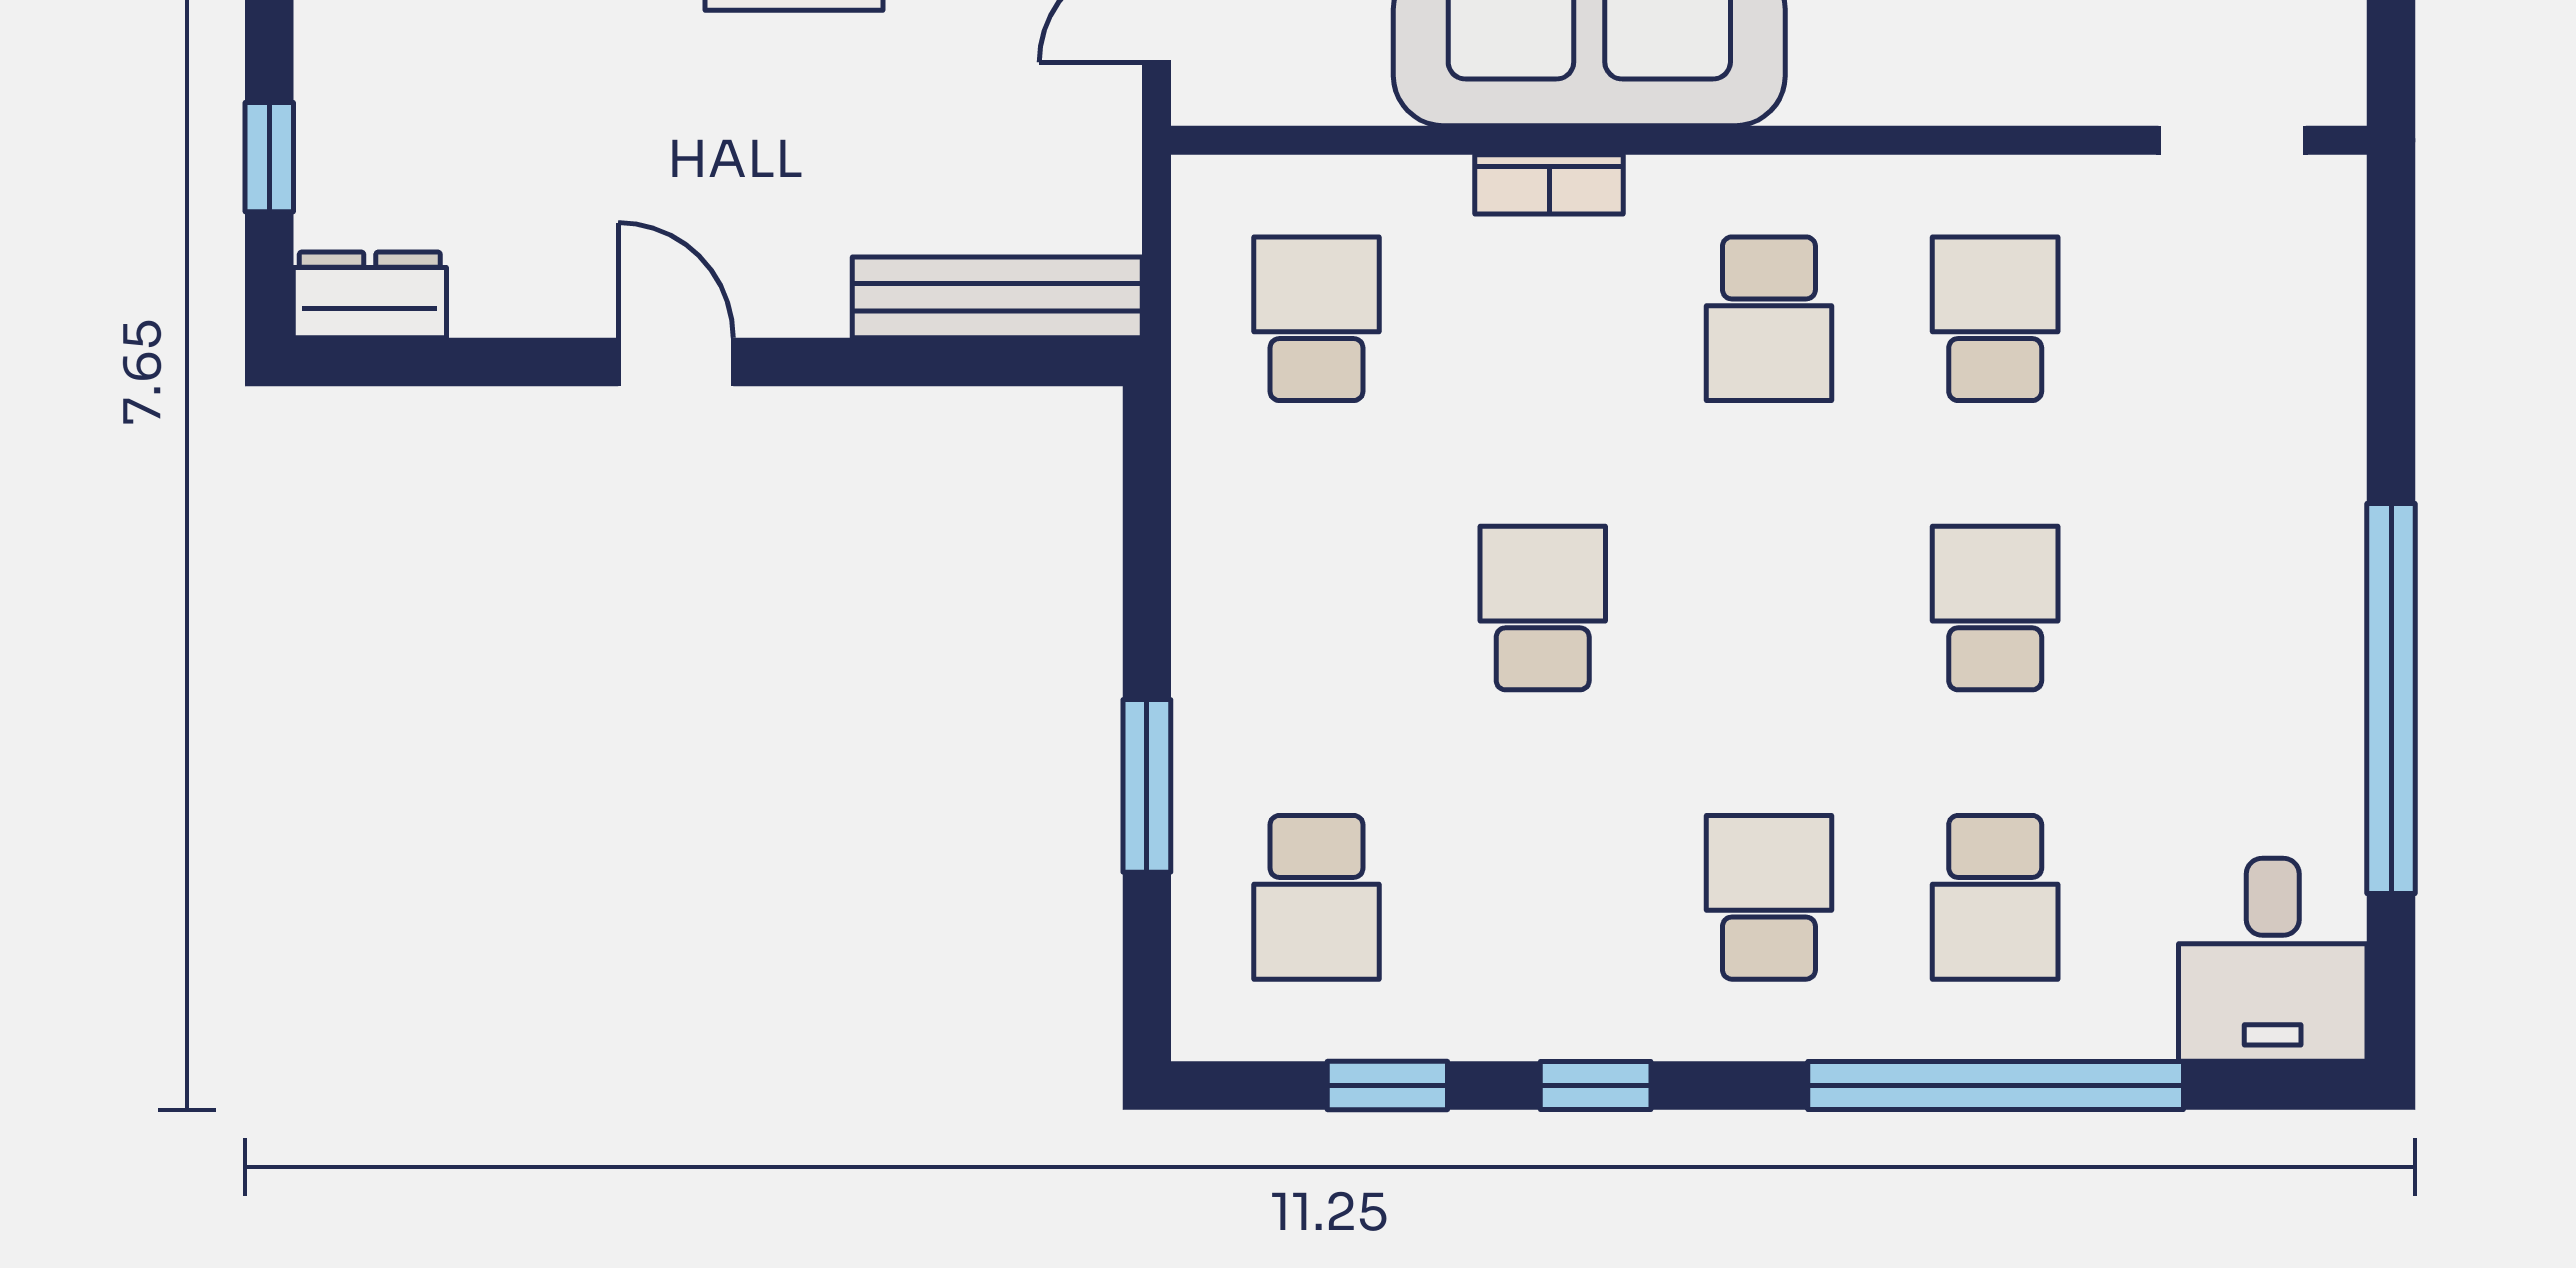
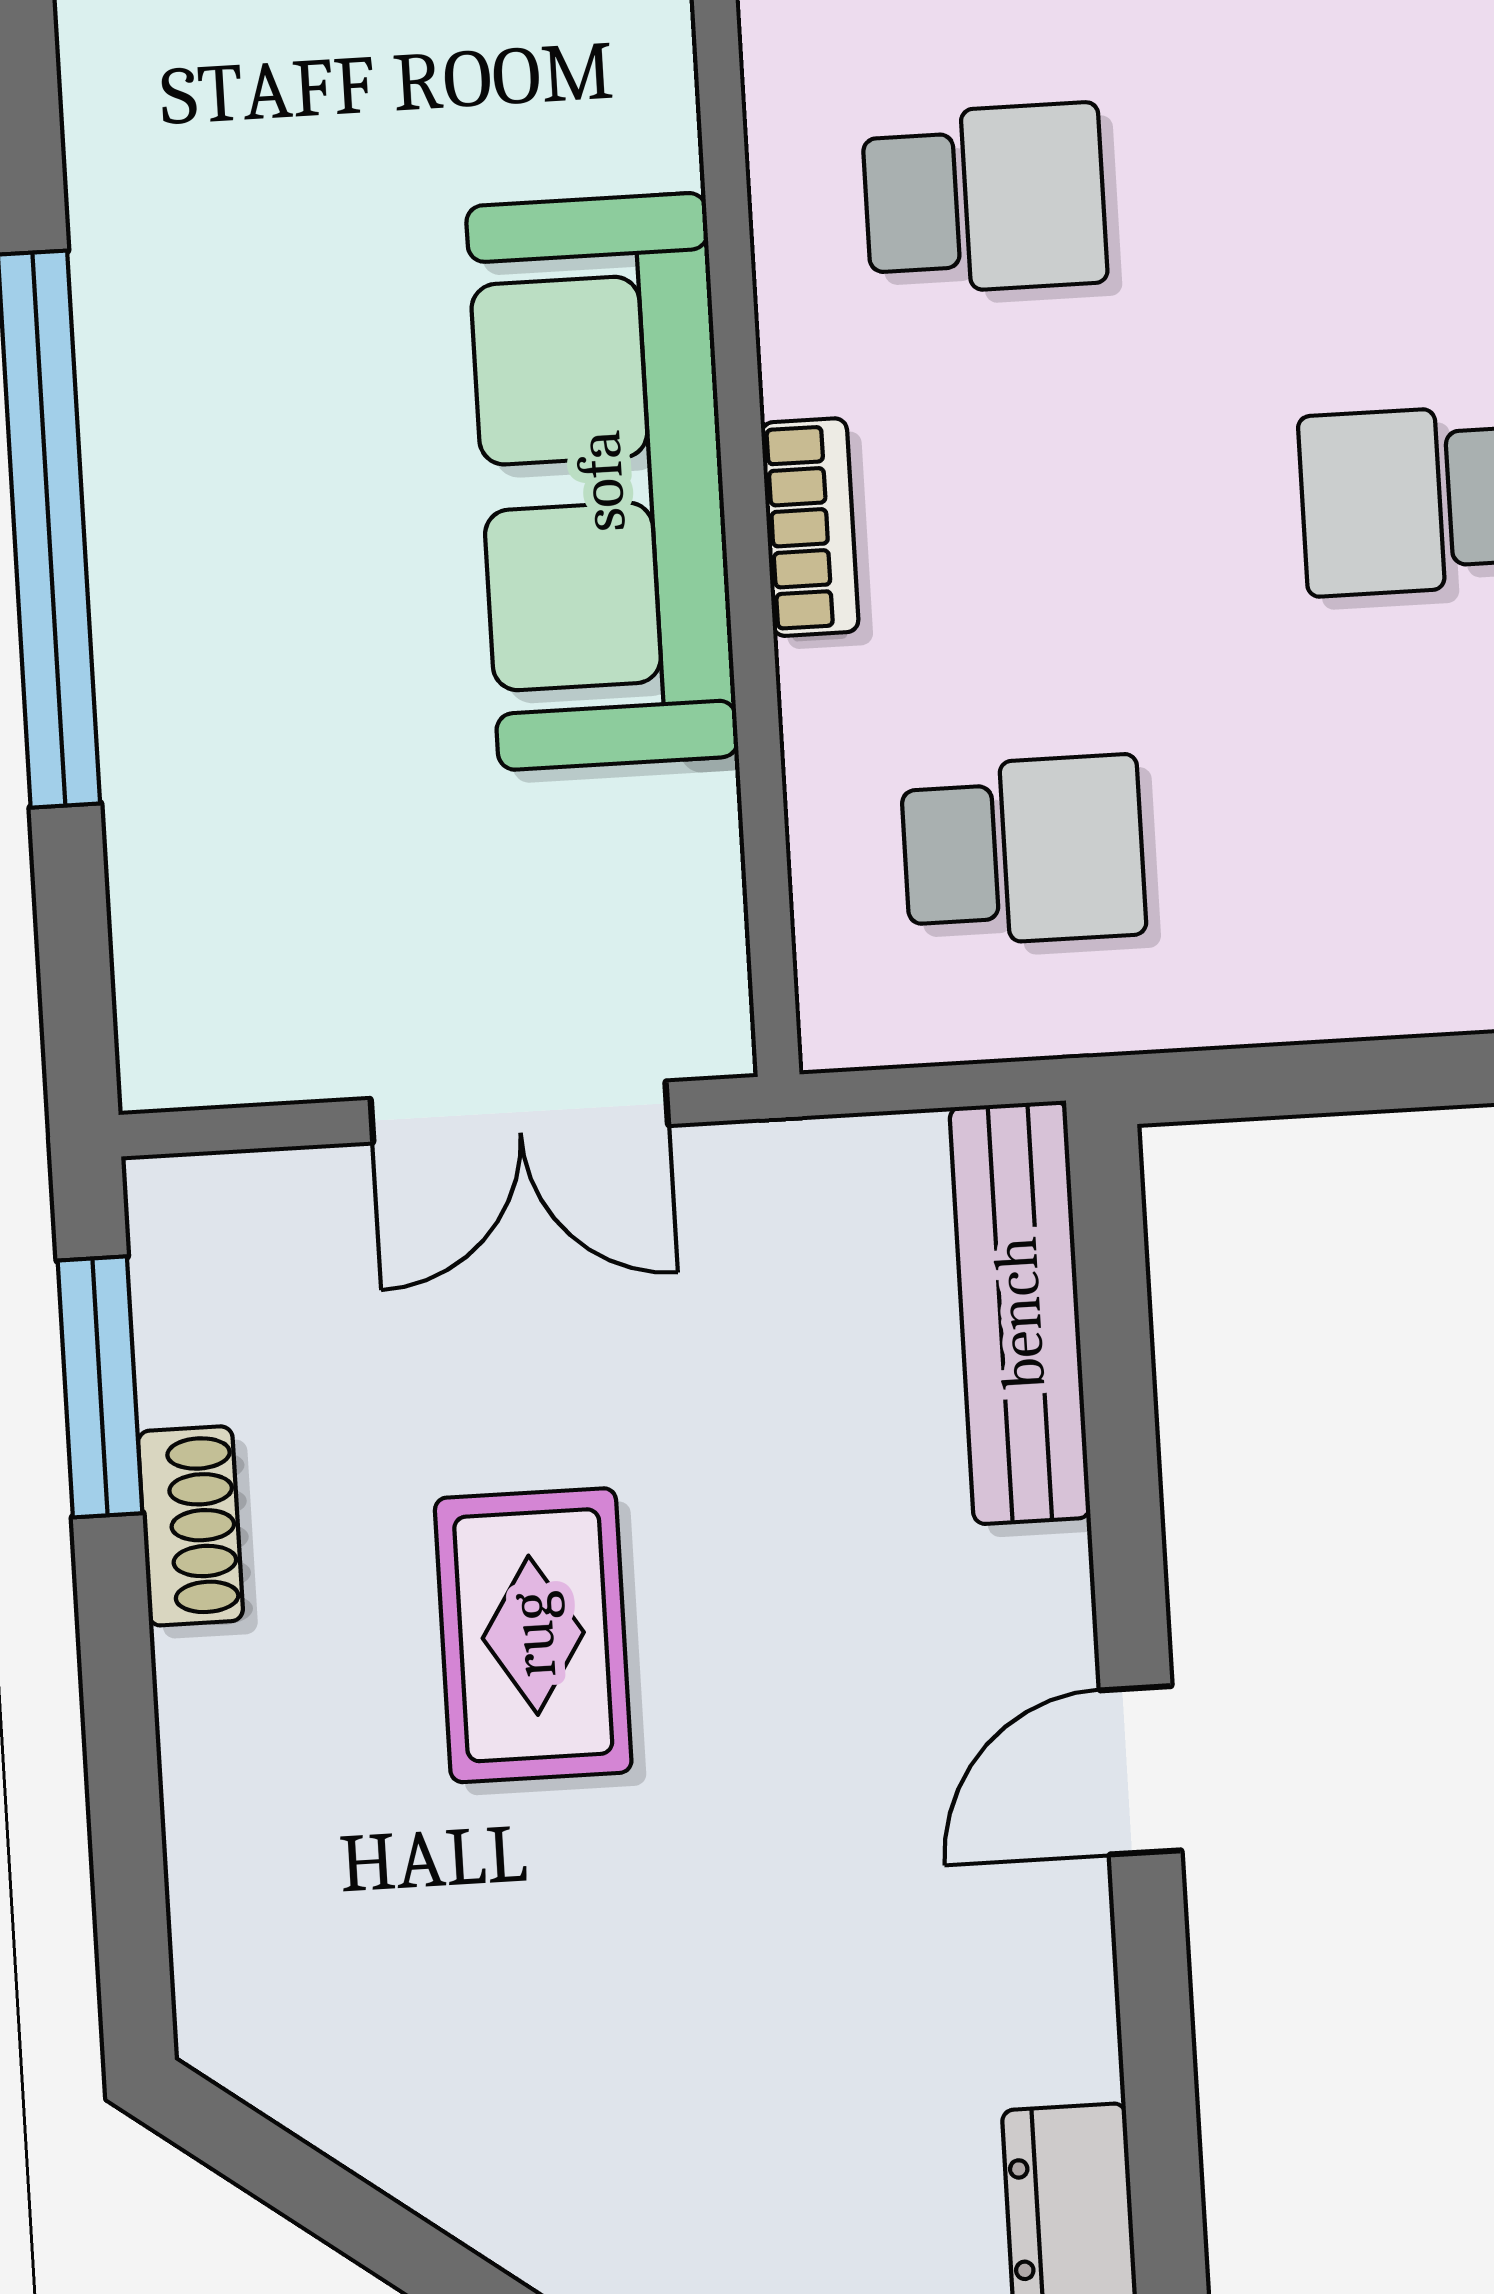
school desk: (1316, 319) -> (1023, 851), turned 180

